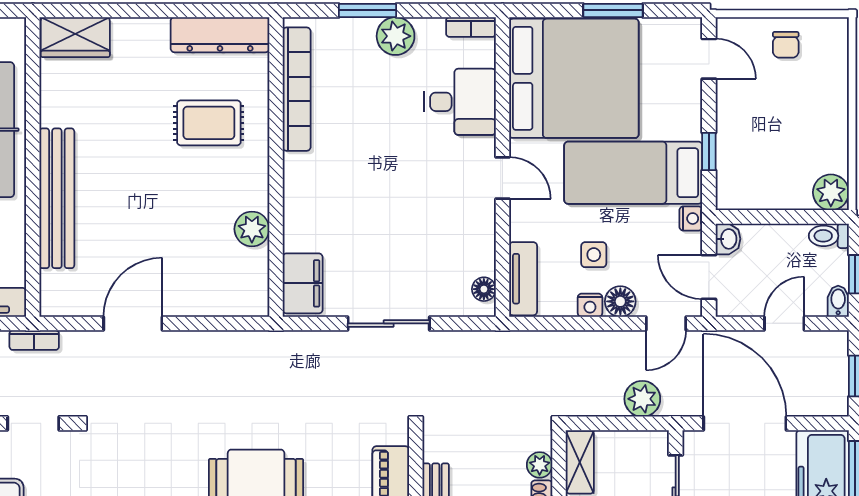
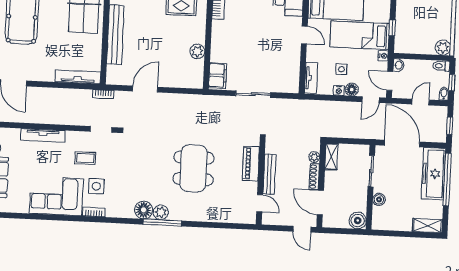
floor lamp: (484, 289) -> (294, 82), removed
plant: (642, 399) -> (359, 131), removed

